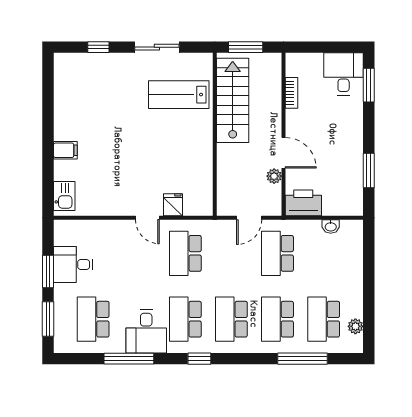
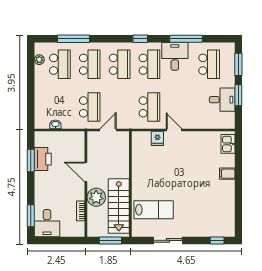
window: (98, 47) -> (217, 240), moved
plant: (274, 176) -> (96, 197), moved, width x1.87, depth x1.87
printer: (303, 203) -> (43, 159), moved, turned -90

